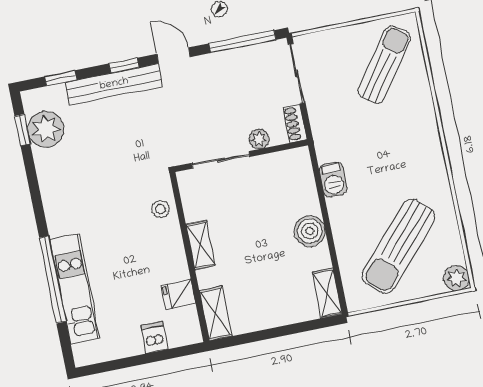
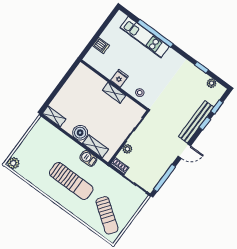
window: (124, 65) -> (205, 123), moved
plant: (46, 129) -> (211, 83), width x0.53, depth x0.53
window: (22, 130) -> (202, 67), moved
sun lounger: (399, 246) -> (71, 181), moved, turned 138
fridge: (179, 295) -> (119, 78), moved
shelving: (216, 313) -> (96, 146), moved

